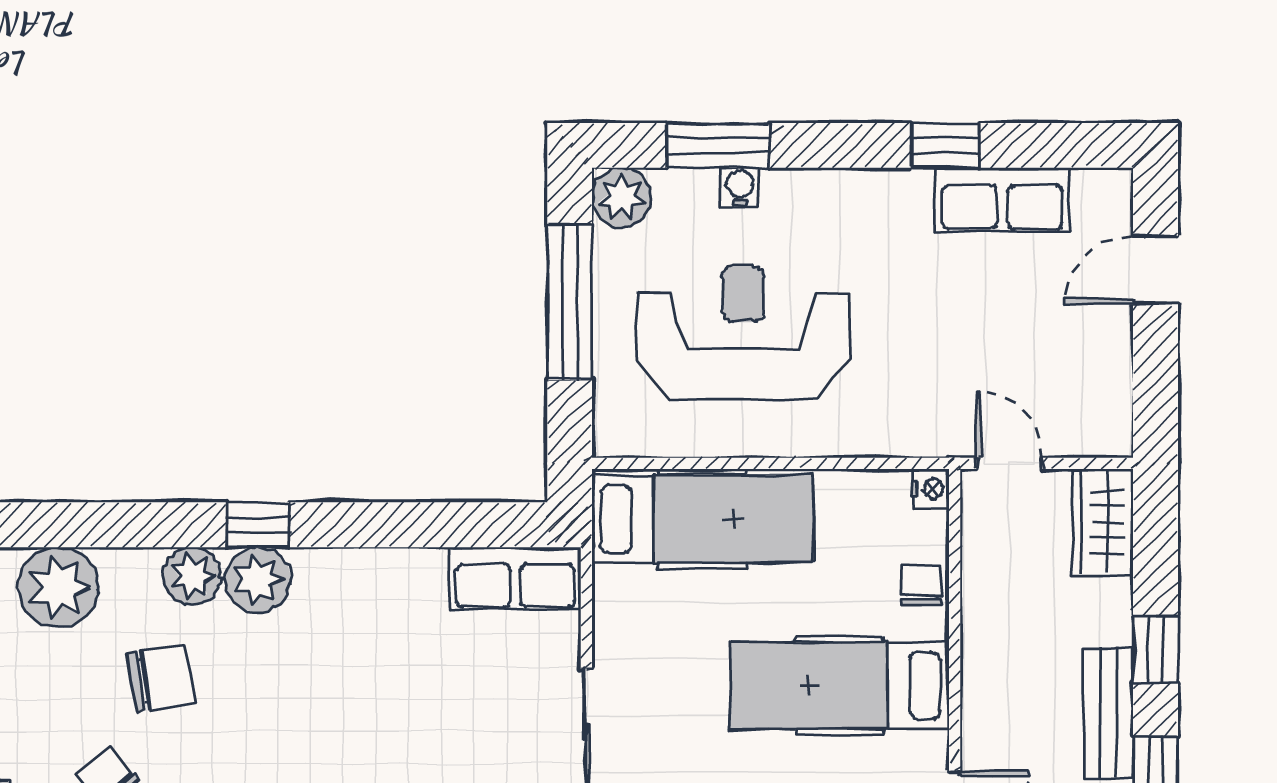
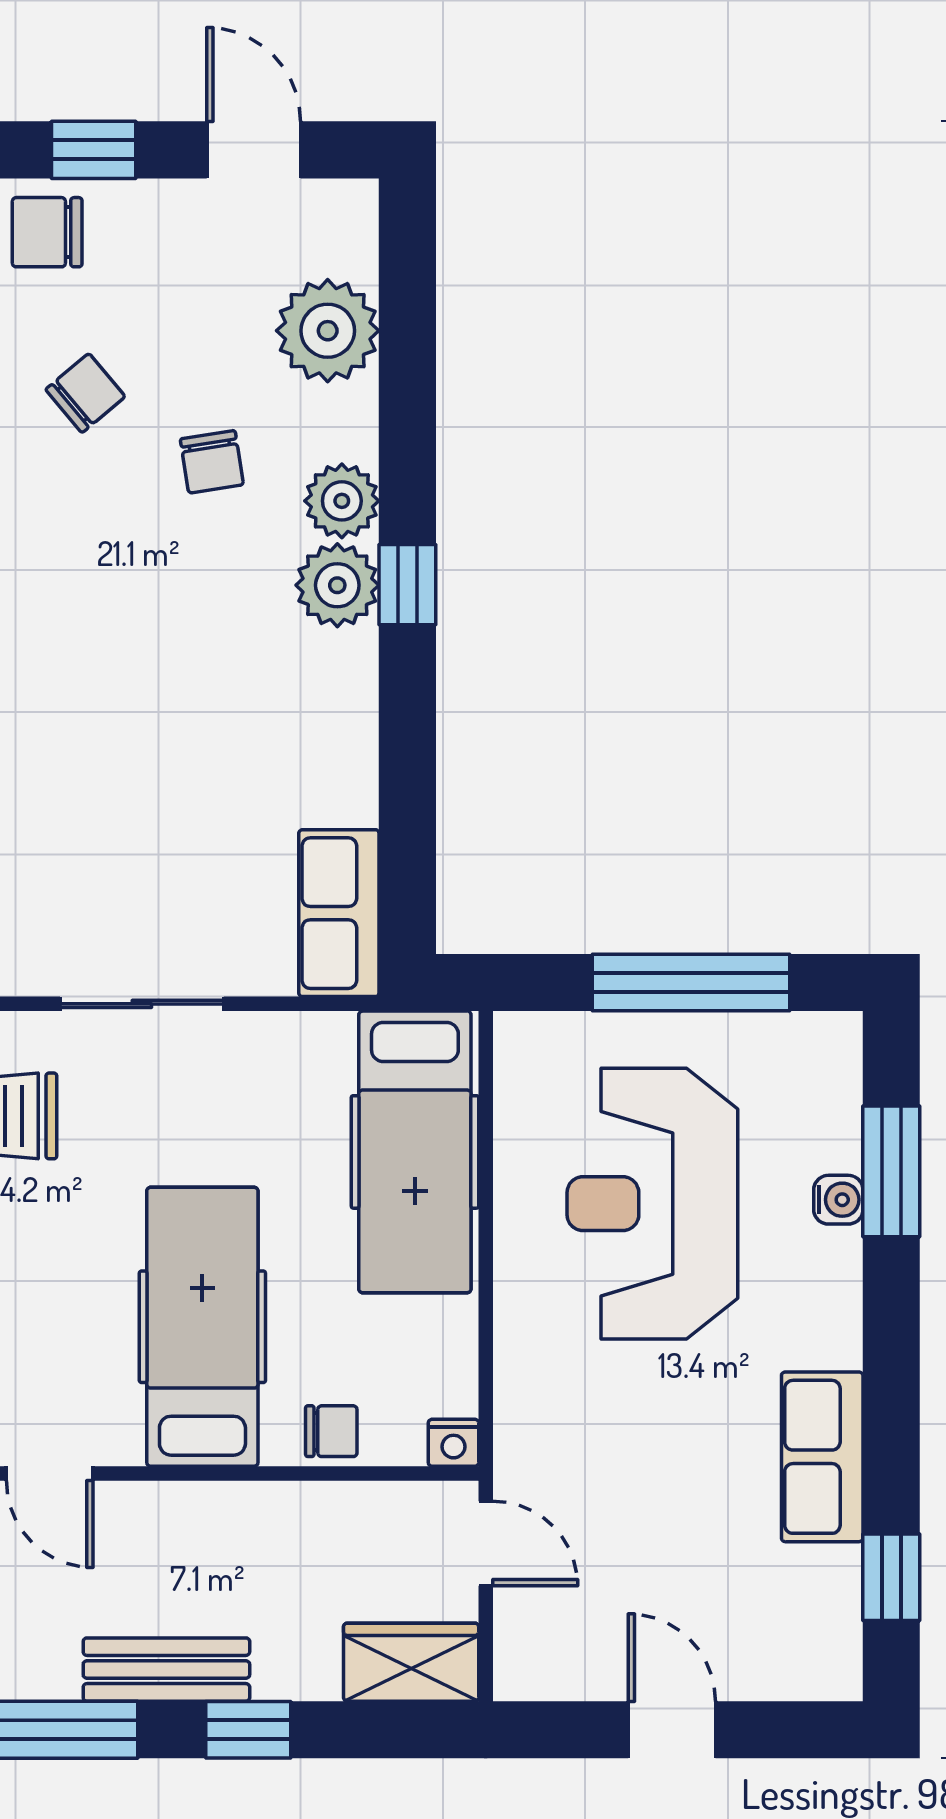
window: (945, 145) -> (891, 1577), moved
plant: (622, 197) -> (825, 1049), removed
row of seats: (1002, 200) -> (822, 1457), moved
door: (1155, 270) -> (672, 1730), moved
reception desk: (743, 333) -> (652, 1204), turned 180
door: (1009, 463) -> (486, 1543), hinge flipped
chair: (161, 678) -> (212, 462), width x0.73, depth x0.73

